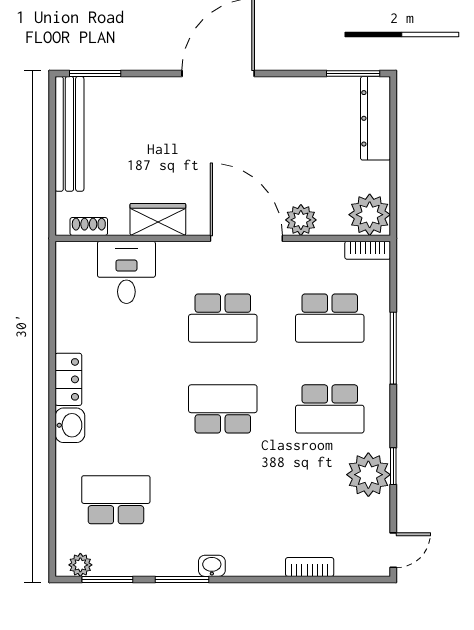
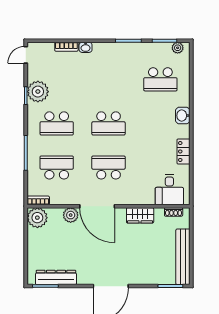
dresser: (376, 118) -> (56, 277), moved, turned -90
desk: (126, 272) -> (169, 190), moved
locker: (68, 379) -> (183, 151), moved
school desk: (330, 409) -> (57, 123), turned 180
washbasin: (212, 566) -> (86, 47), moved

